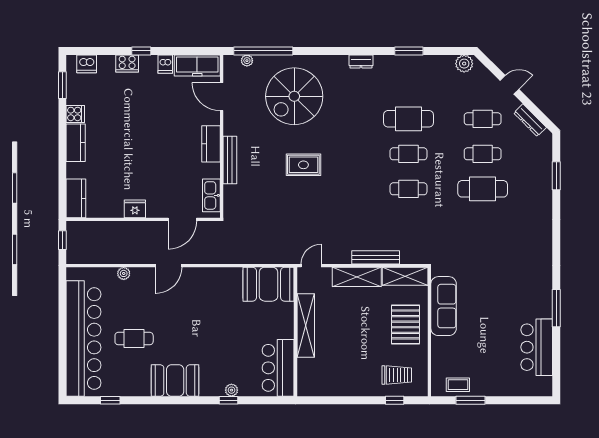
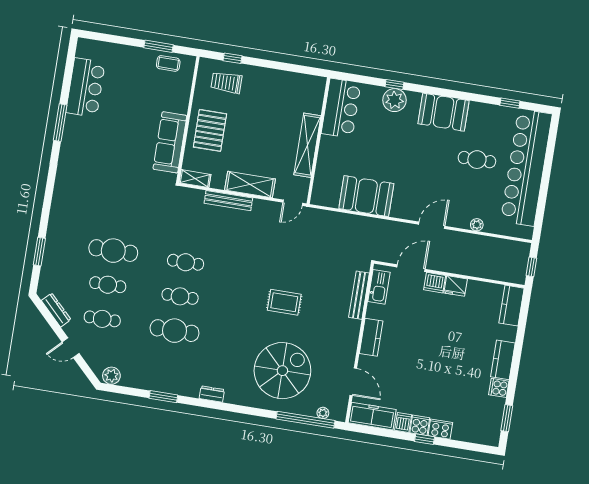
dishwasher: (87, 64) -> (435, 283), moved, turned 180
cooker: (148, 64) -> (420, 425), added
bench: (230, 160) -> (359, 295), moved
shelving: (405, 276) -> (195, 179), width x0.67, depth x0.75
booth: (269, 284) -> (366, 196), moved
plant: (231, 390) -> (395, 100), width x1.88, depth x1.88

